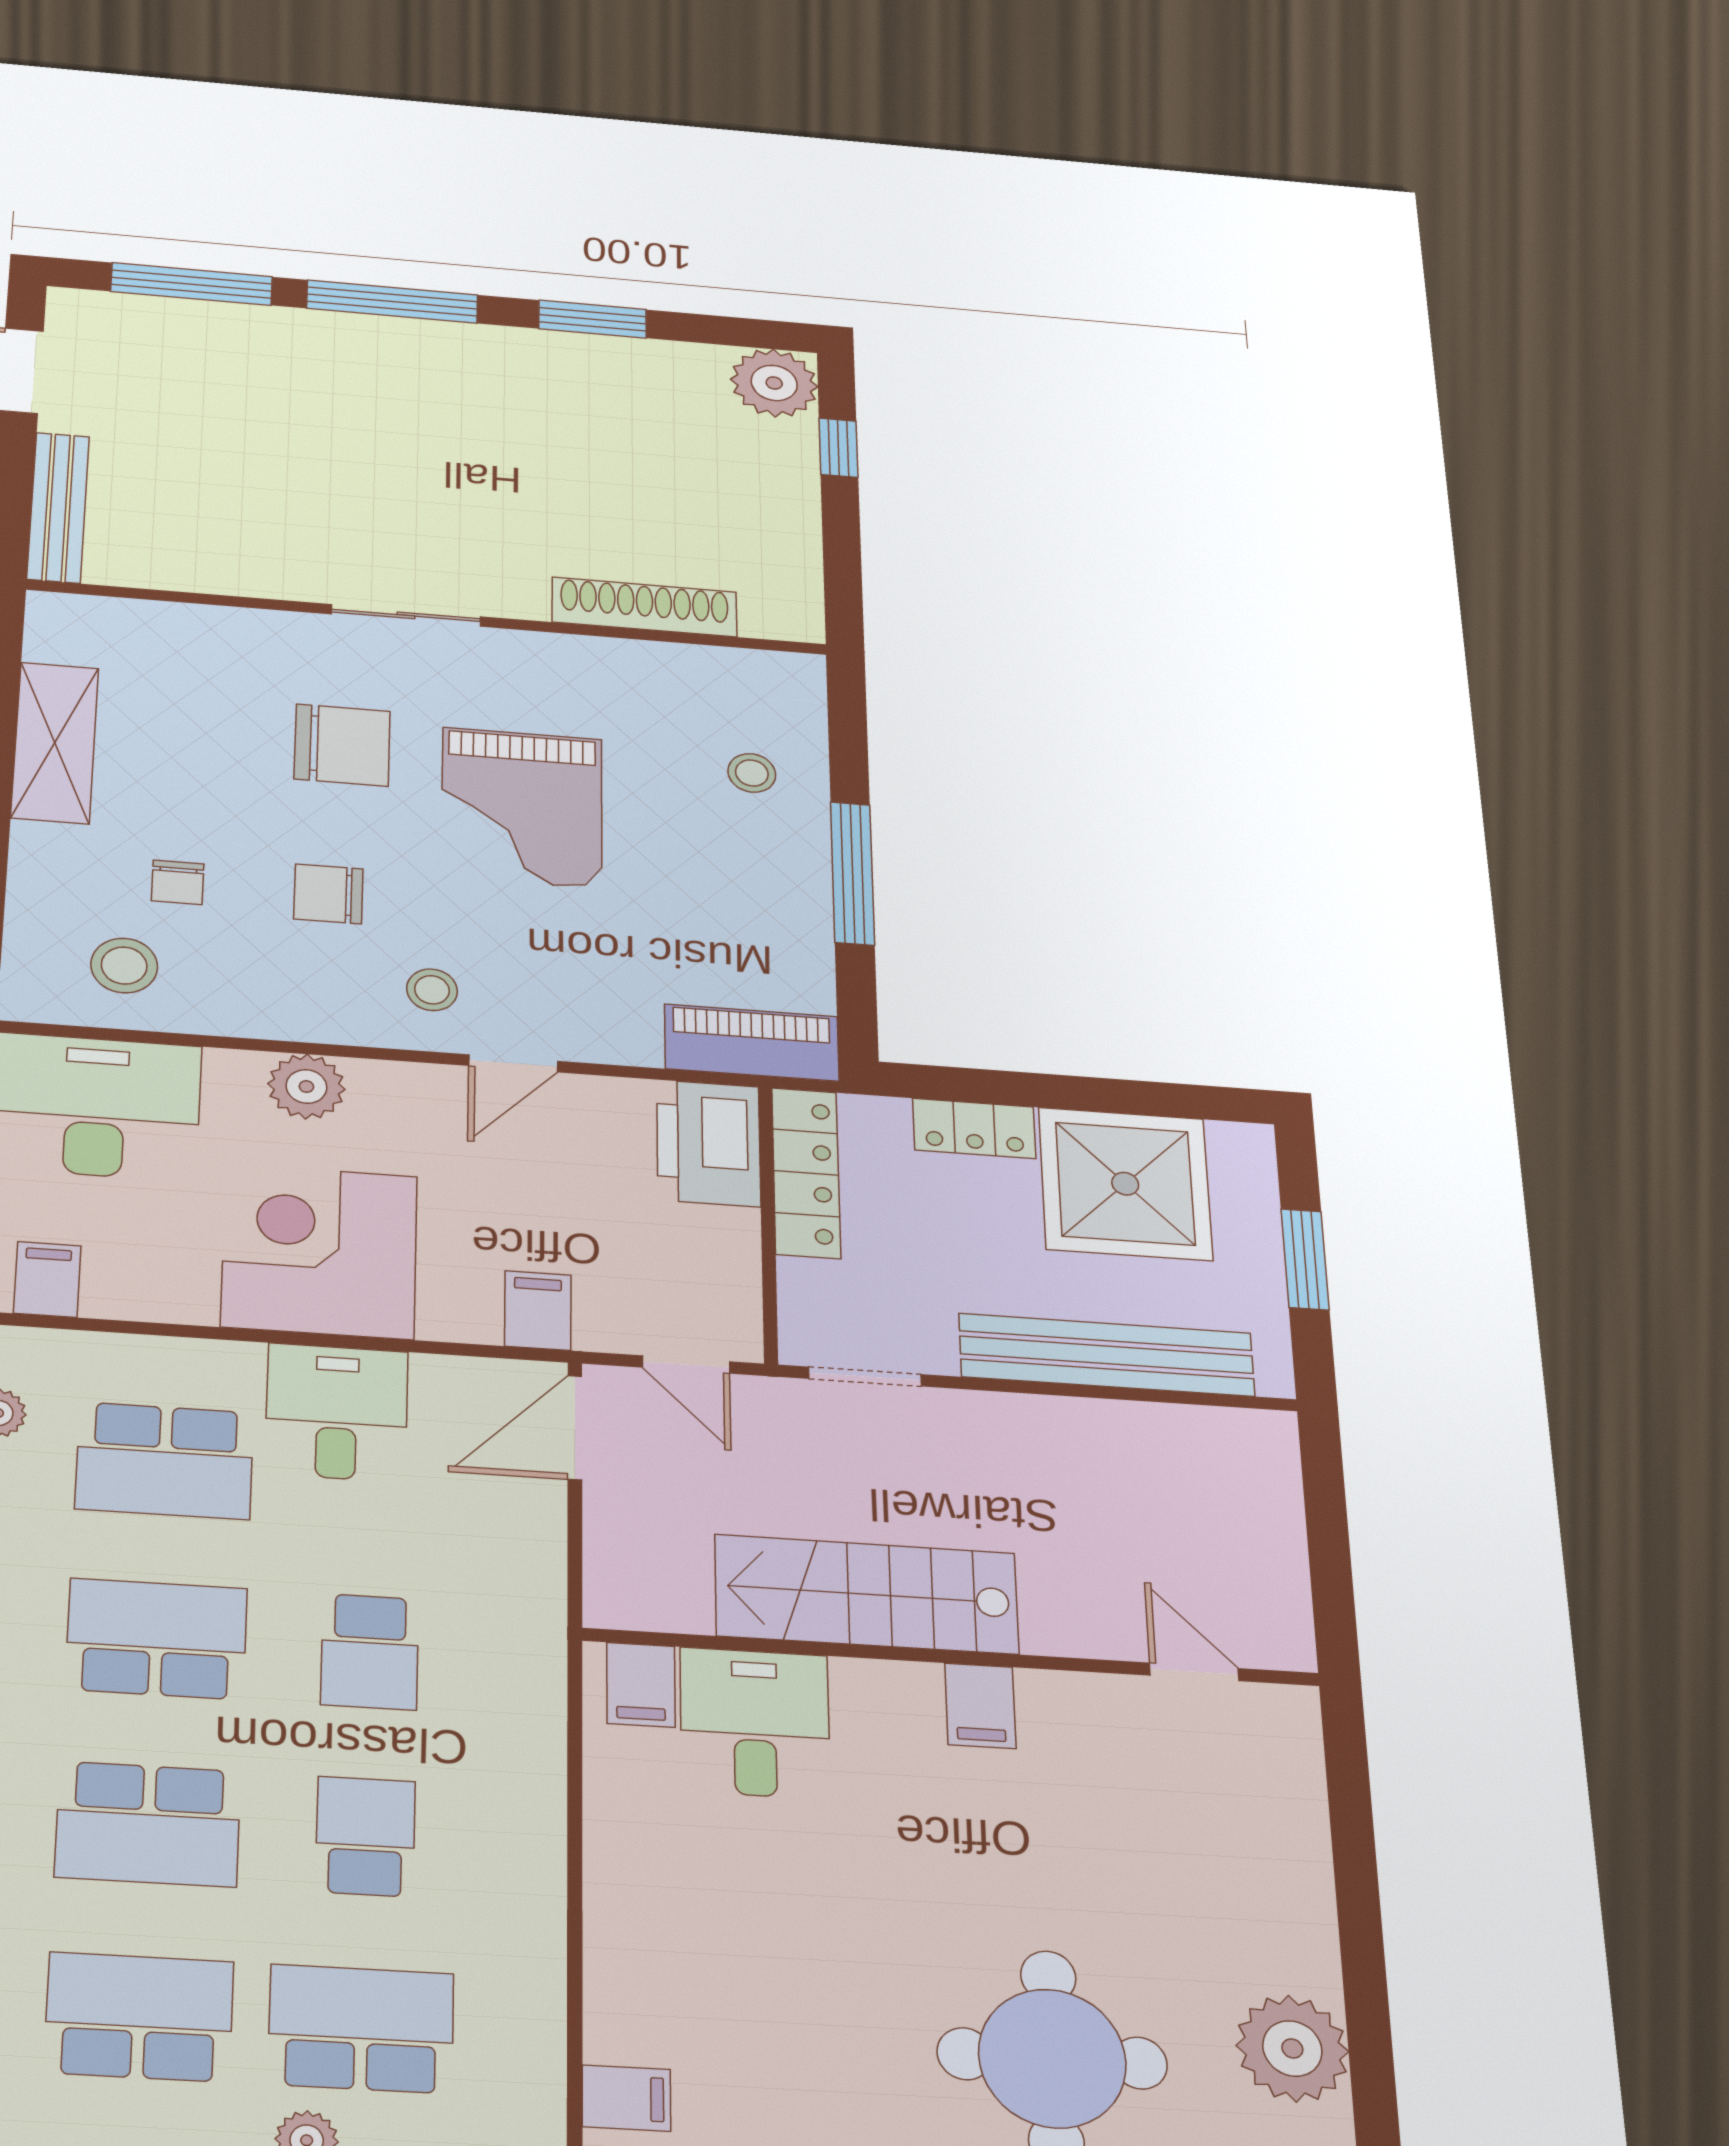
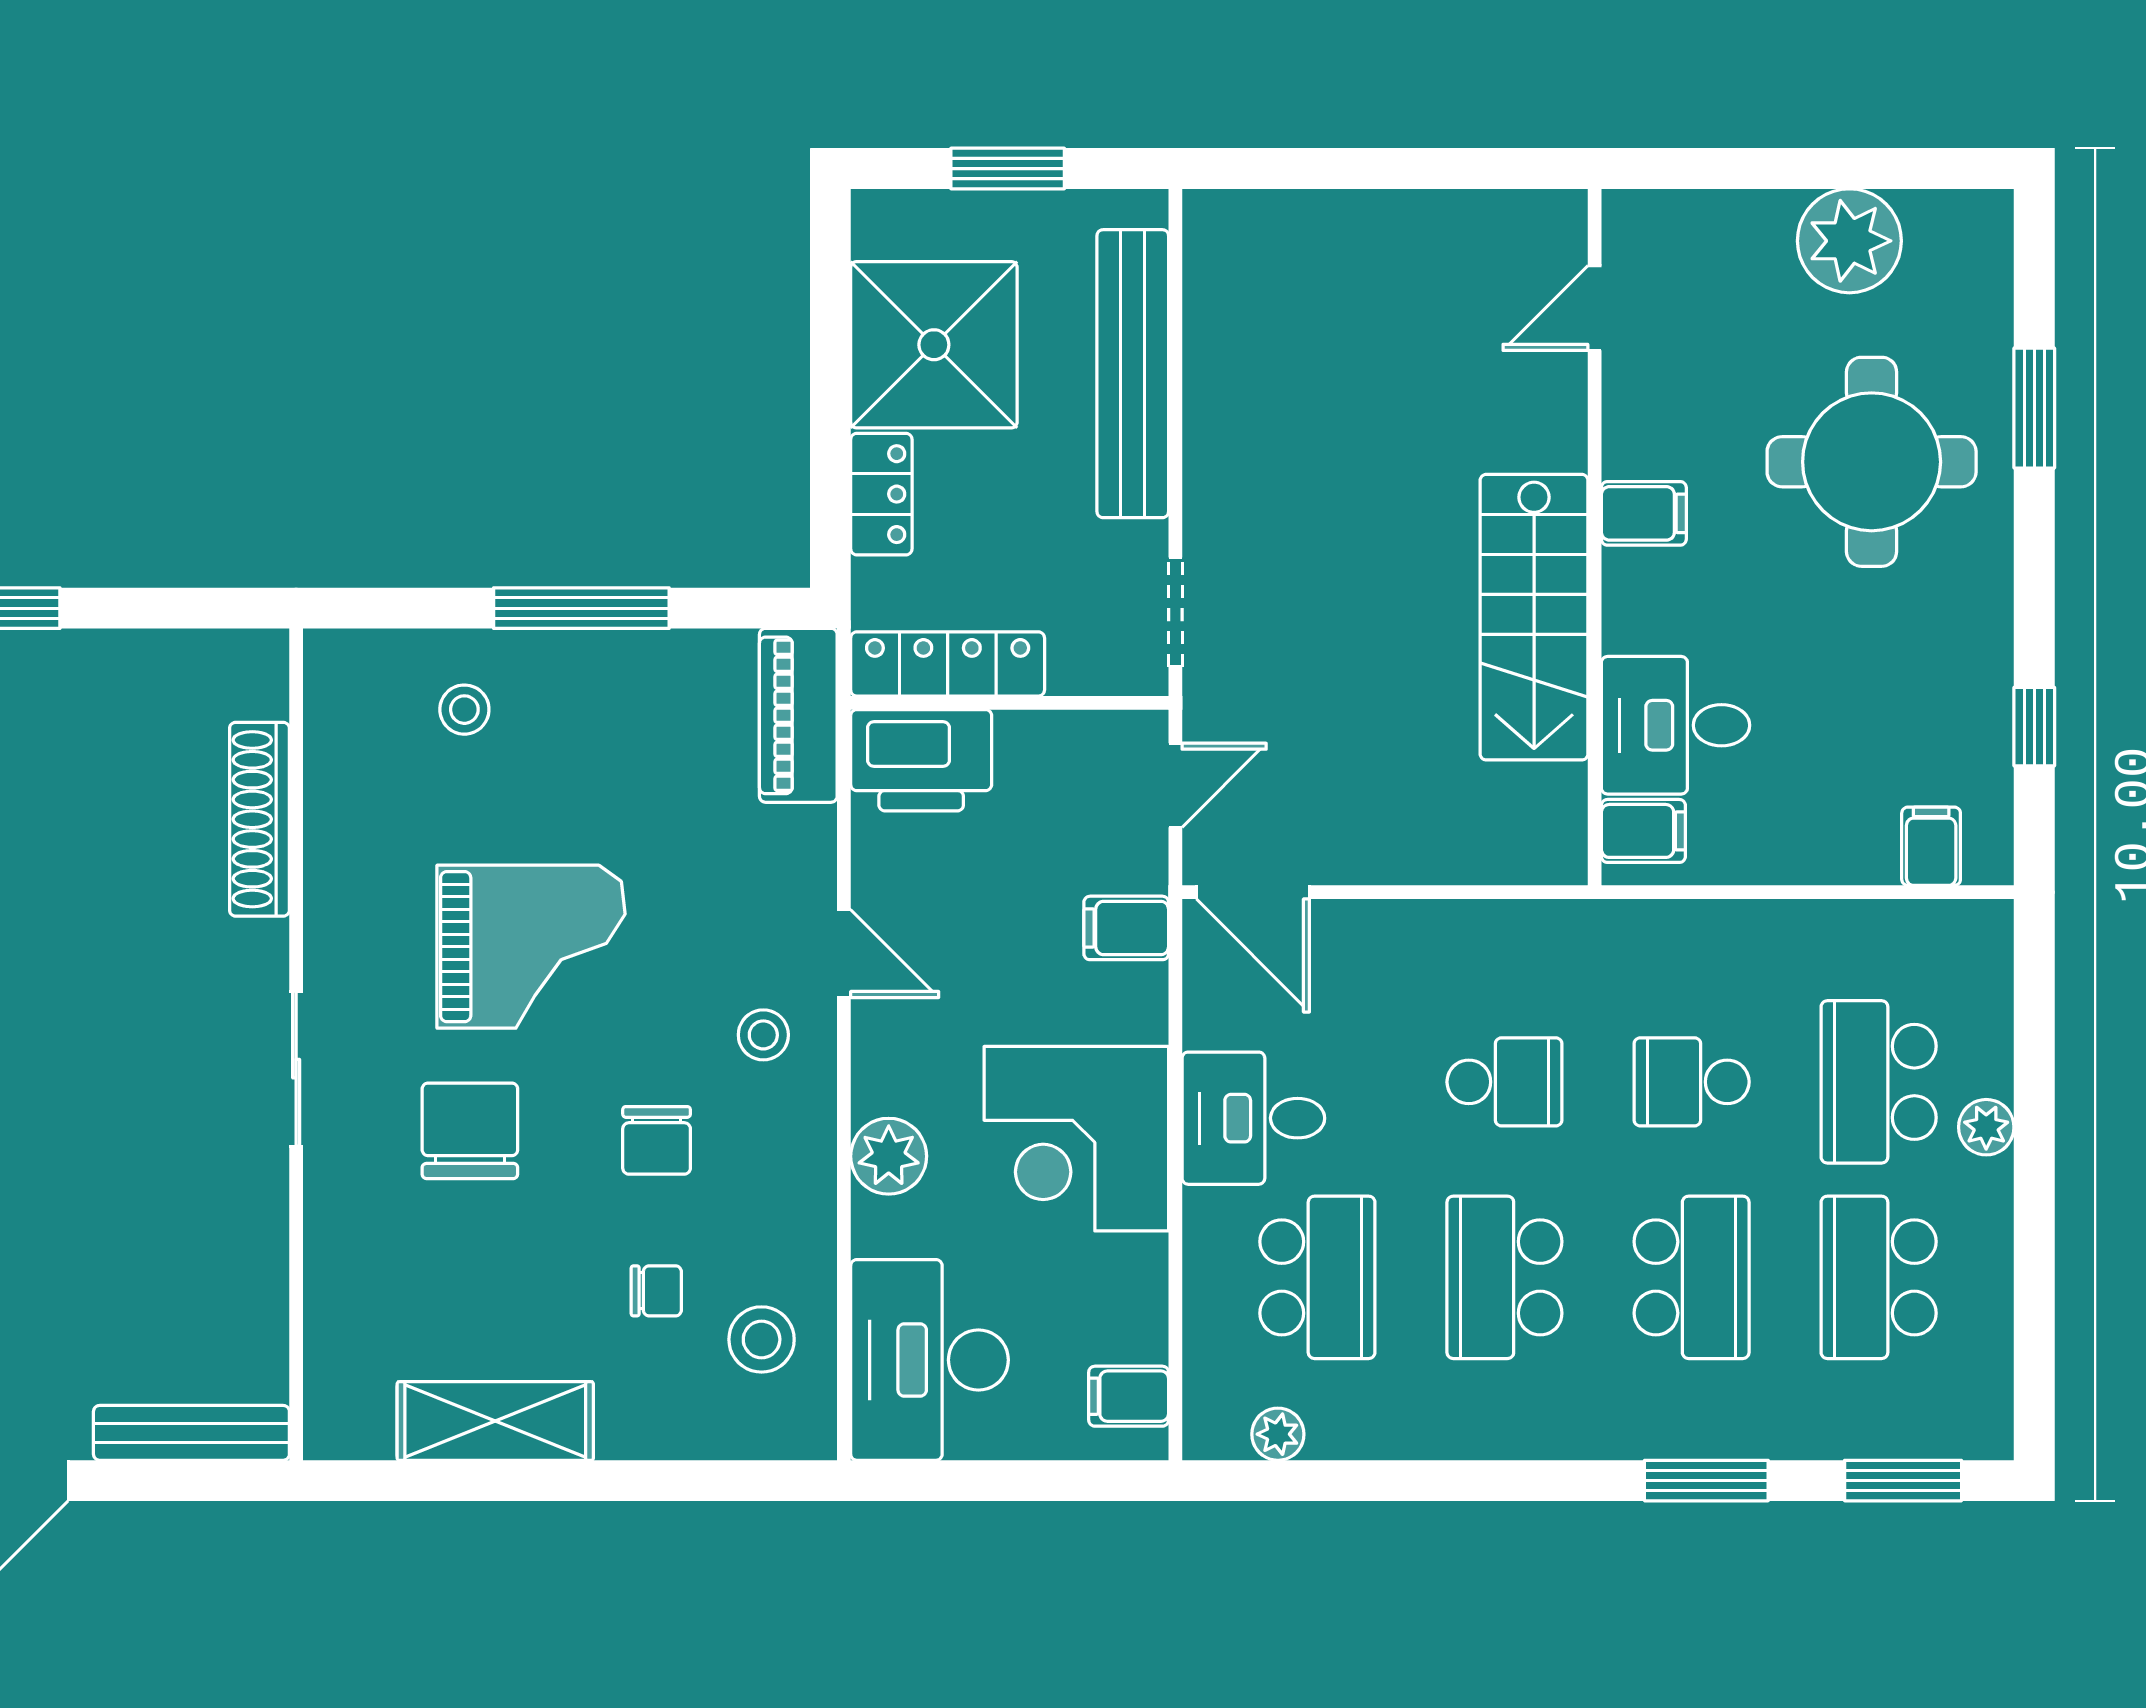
stairs: (867, 1594) -> (1534, 617), moved
wall: (953, 1657) -> (1595, 537), moved
door: (1194, 1672) -> (1595, 308), moved
filing cabinet: (641, 1685) -> (1643, 831), moved
filing cabinet: (980, 1706) -> (1644, 513), moved
desk: (755, 1723) -> (1676, 725), moved

